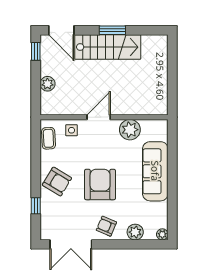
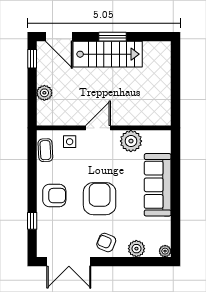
armchair: (57, 182) -> (54, 196), turned -31

